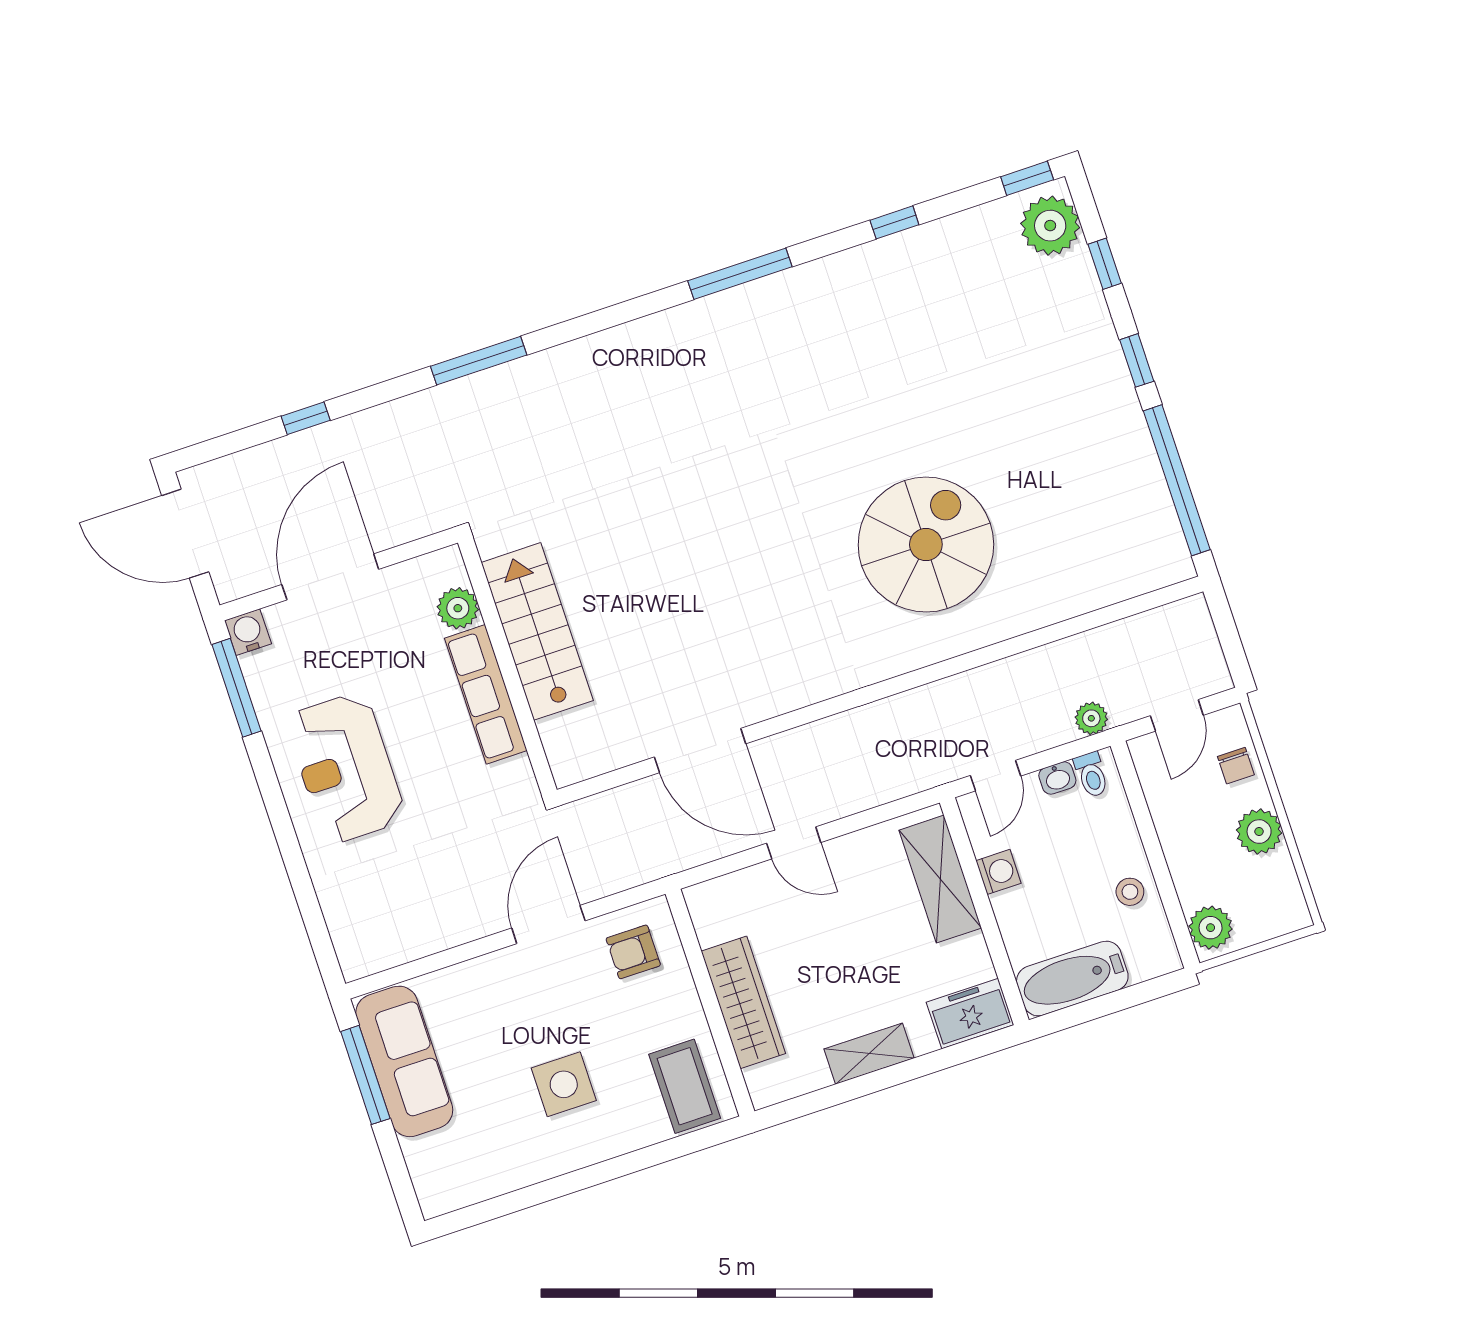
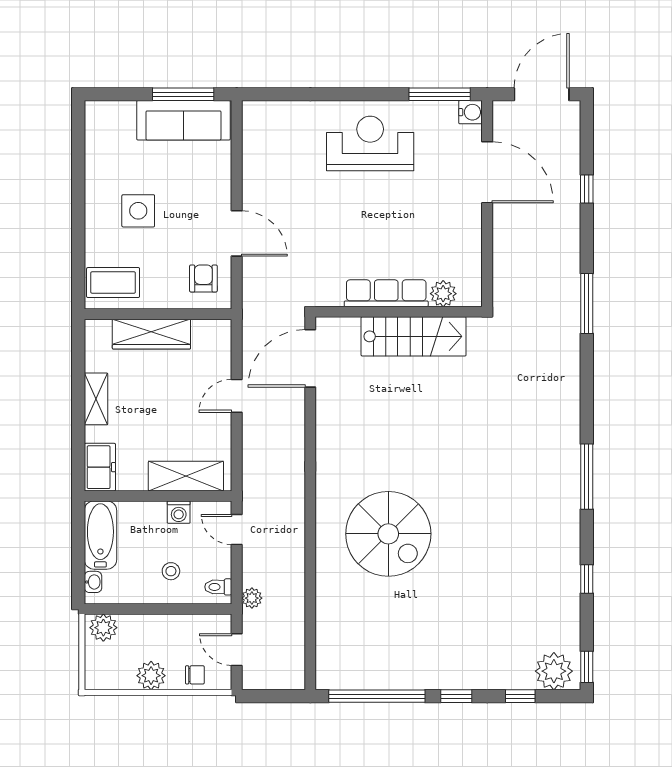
plant: (458, 608) -> (443, 294), moved
stairs: (537, 631) -> (414, 336), moved
wall: (507, 666) -> (399, 312), moved
row of seats: (486, 694) -> (386, 293), moved
chair: (1236, 766) -> (195, 675), turned 180
washbasin: (1057, 778) -> (93, 582), moved, turned 180
stool: (1130, 892) -> (171, 571), moved

